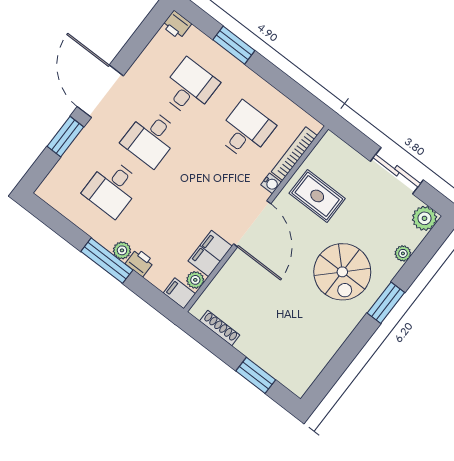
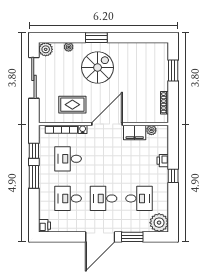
window: (234, 45) -> (34, 177), moved
window: (294, 92) -> (34, 151), added
desk: (151, 138) -> (104, 198), turned 180
sliding door: (397, 171) -> (34, 78), width x1.37
rug: (317, 196) -> (72, 105), turned 90
plant: (122, 250) -> (159, 223), moved, width x1.88, depth x1.88
window: (107, 261) -> (173, 176), width x0.46
filing cabinet: (179, 293) -> (163, 133), removed

